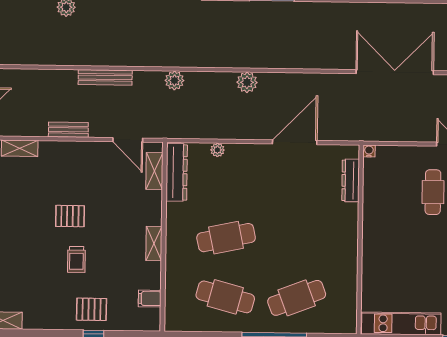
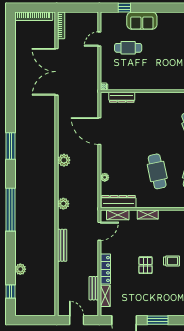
bench: (68, 130) -> (94, 288), moved
locker: (64, 149) -> (105, 269), added
shelving: (154, 244) -> (148, 215), moved

